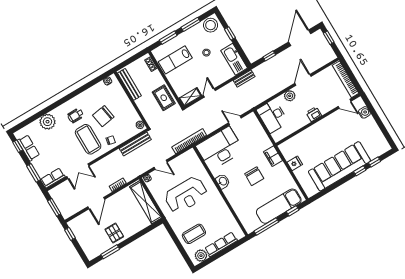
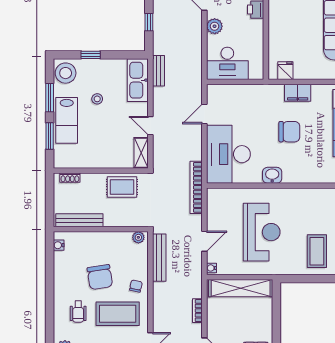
kitchen sink: (234, 59) -> (138, 80), moved, turned 90
lab bench: (175, 60) -> (67, 120), moved
filing cabinet: (273, 156) -> (298, 93), moved
fridge: (295, 163) -> (285, 71), moved

